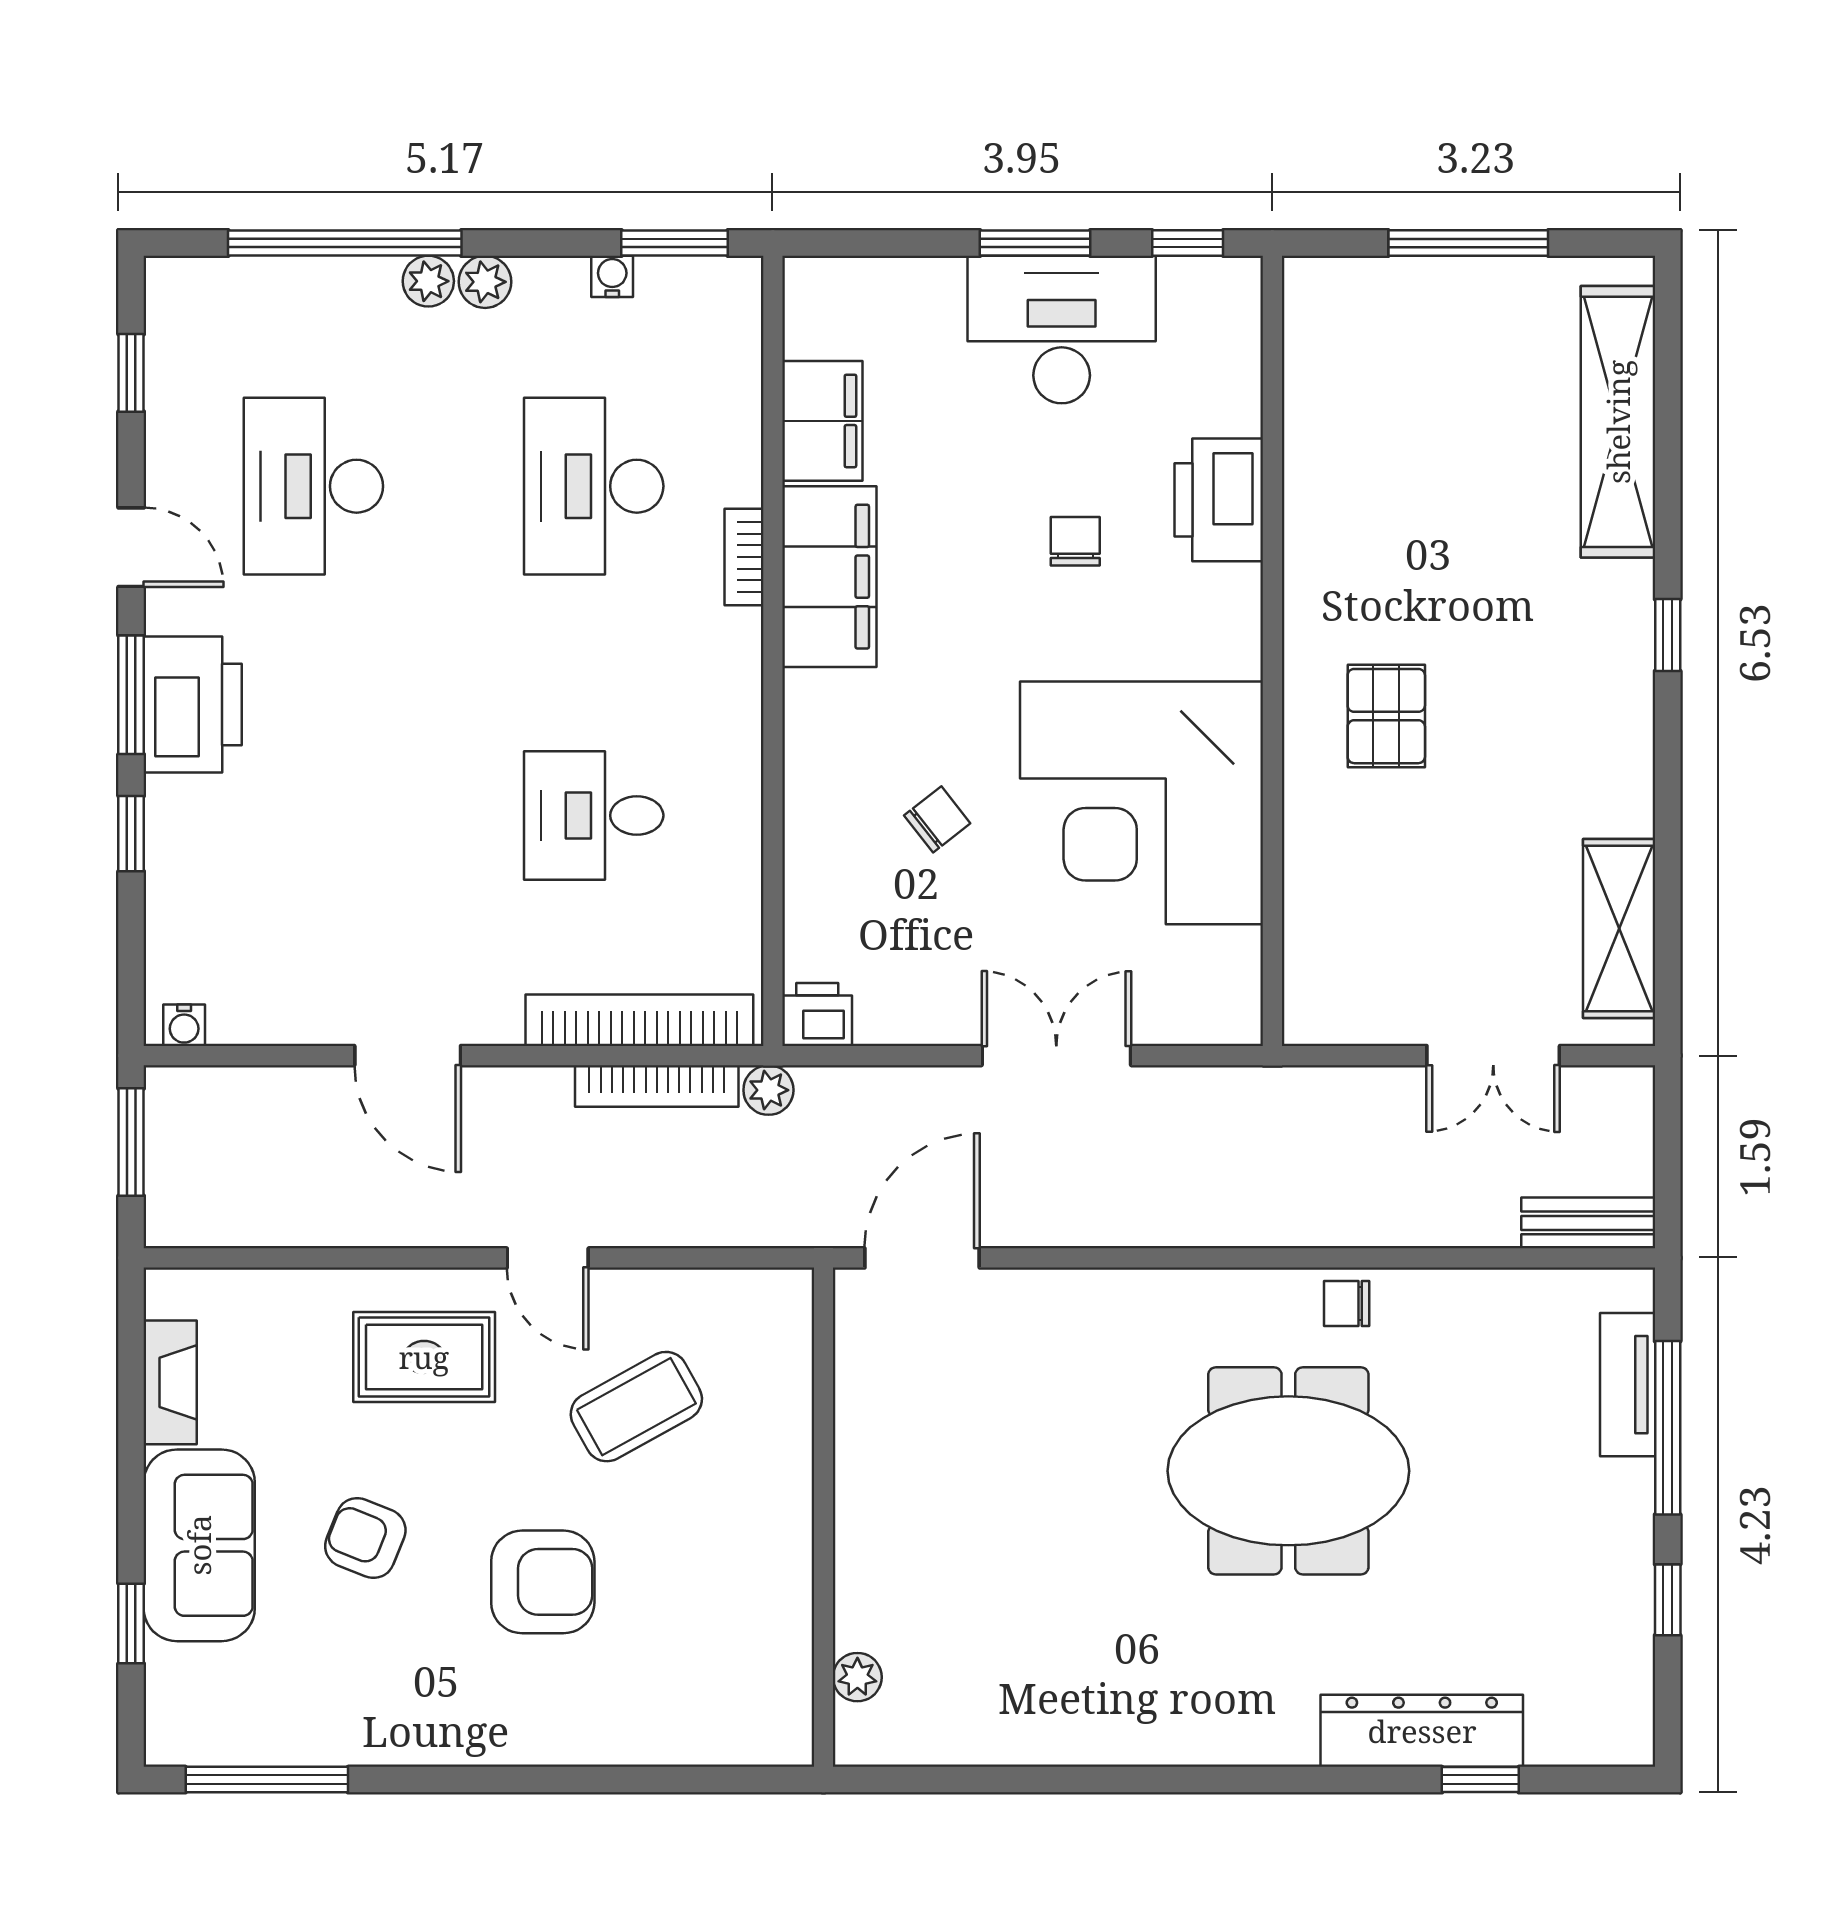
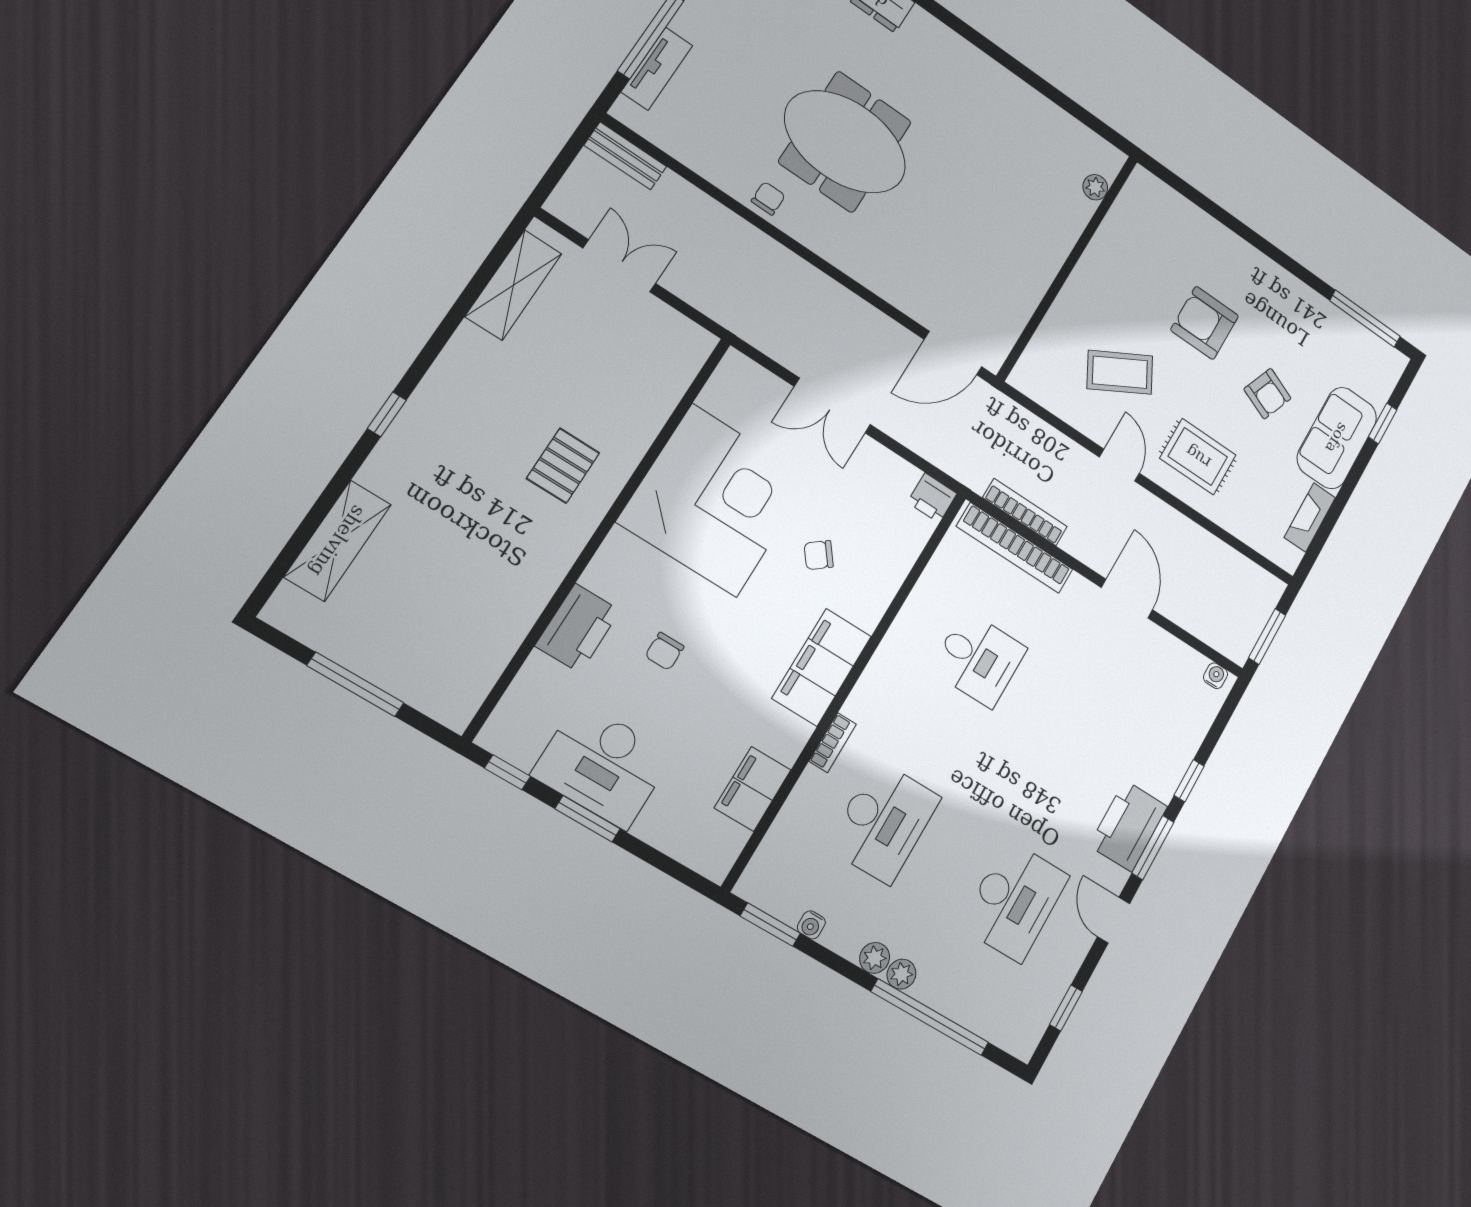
shelving: (1618, 422) -> (338, 541), width x0.68
filing cabinet: (829, 577) -> (822, 667), moved
plant: (768, 1090) -> (976, 477), removed
chair: (1347, 1304) -> (768, 198), turned -90

